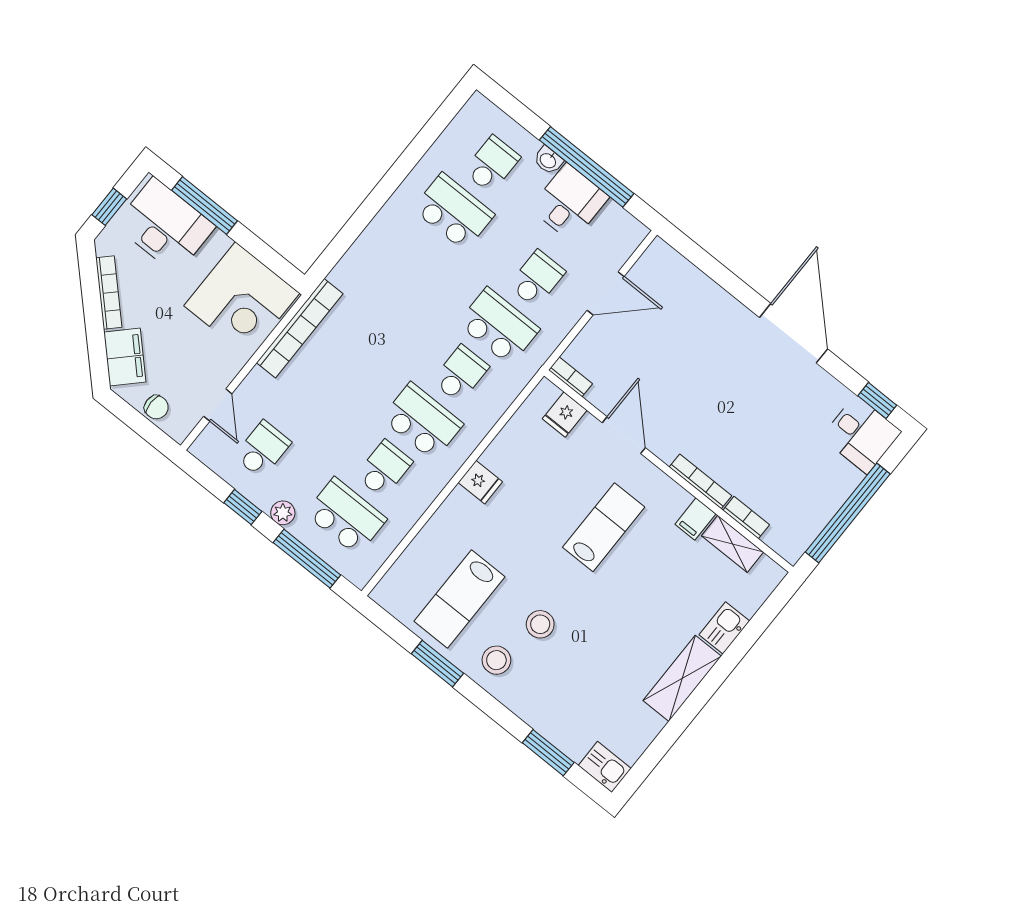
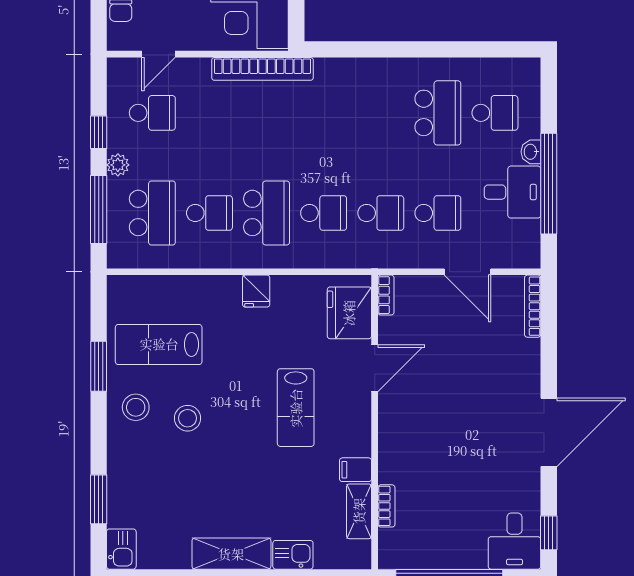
school desk: (499, 326) -> (381, 213), width x0.54
fridge: (565, 414) -> (349, 313), width x1.88, depth x1.34
bookcase: (700, 481) -> (533, 306), moved, turned 180
lab bench: (604, 527) -> (296, 408), turned 90

